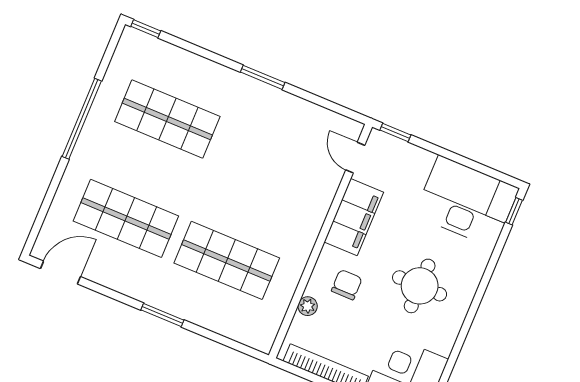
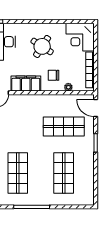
shop shelf: (227, 260) -> (64, 127), turned 90
door: (60, 273) -> (96, 108), moved
round table: (420, 286) -> (42, 46), turned 33

